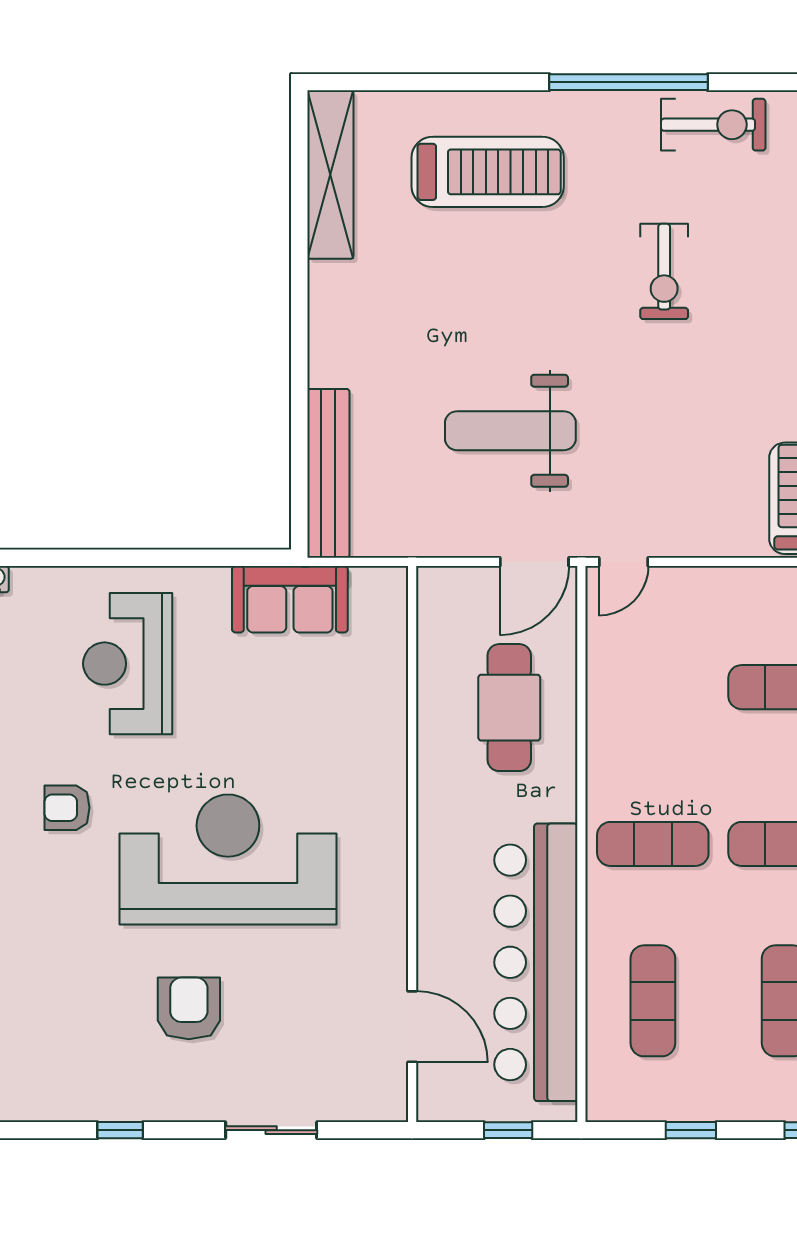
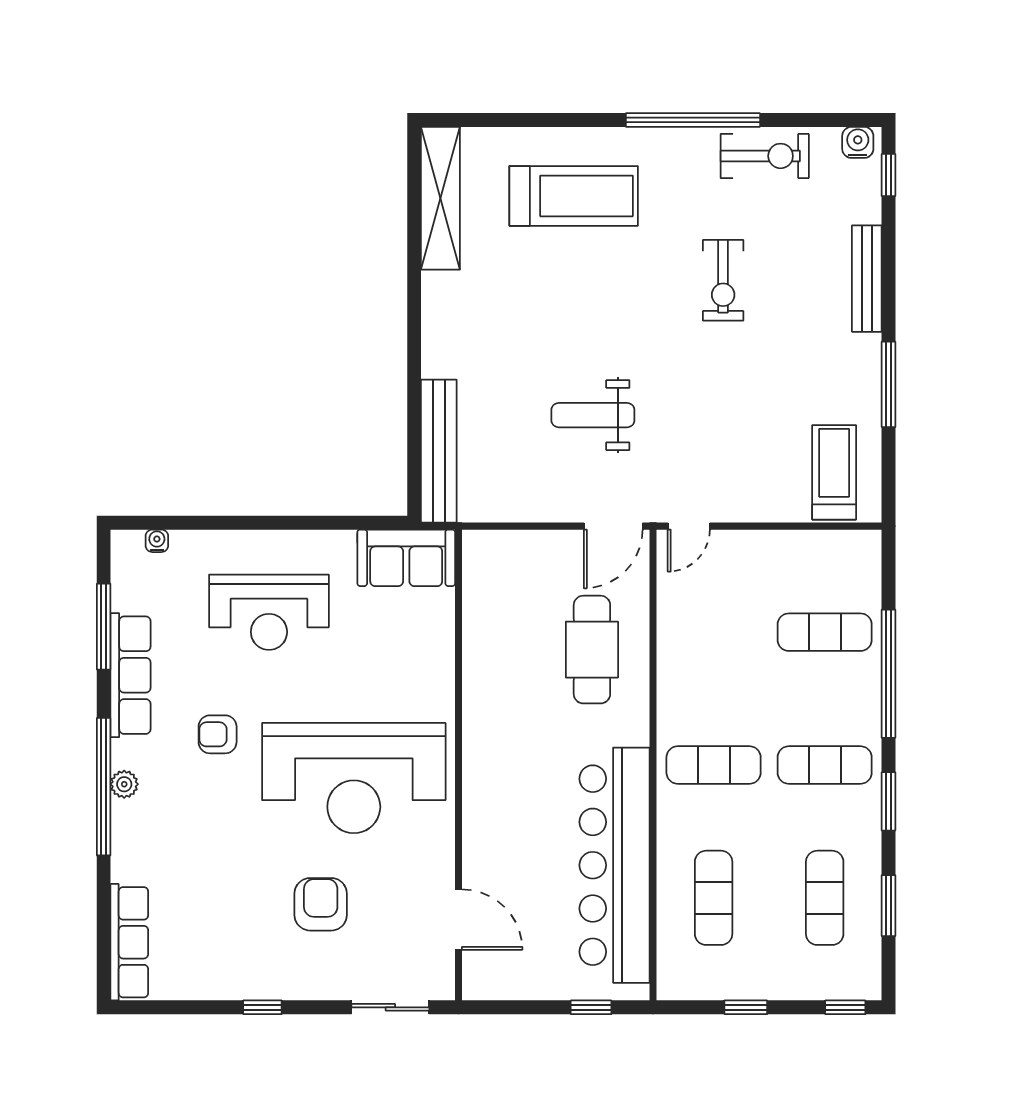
weight bench: (510, 431) -> (593, 415), width x0.73, depth x0.75
reception desk: (128, 664) -> (269, 612), turned -90
wall: (412, 844) -> (459, 765), moved
reception desk: (228, 859) -> (354, 778), turned 180
door: (412, 1027) -> (459, 920), moved

